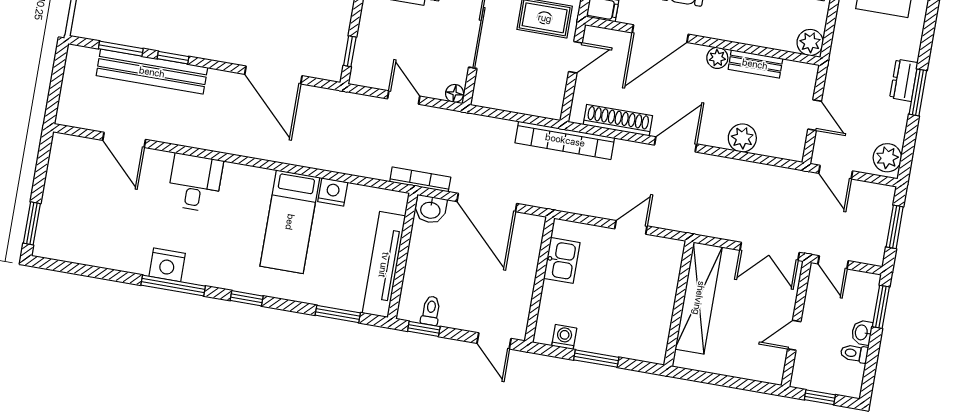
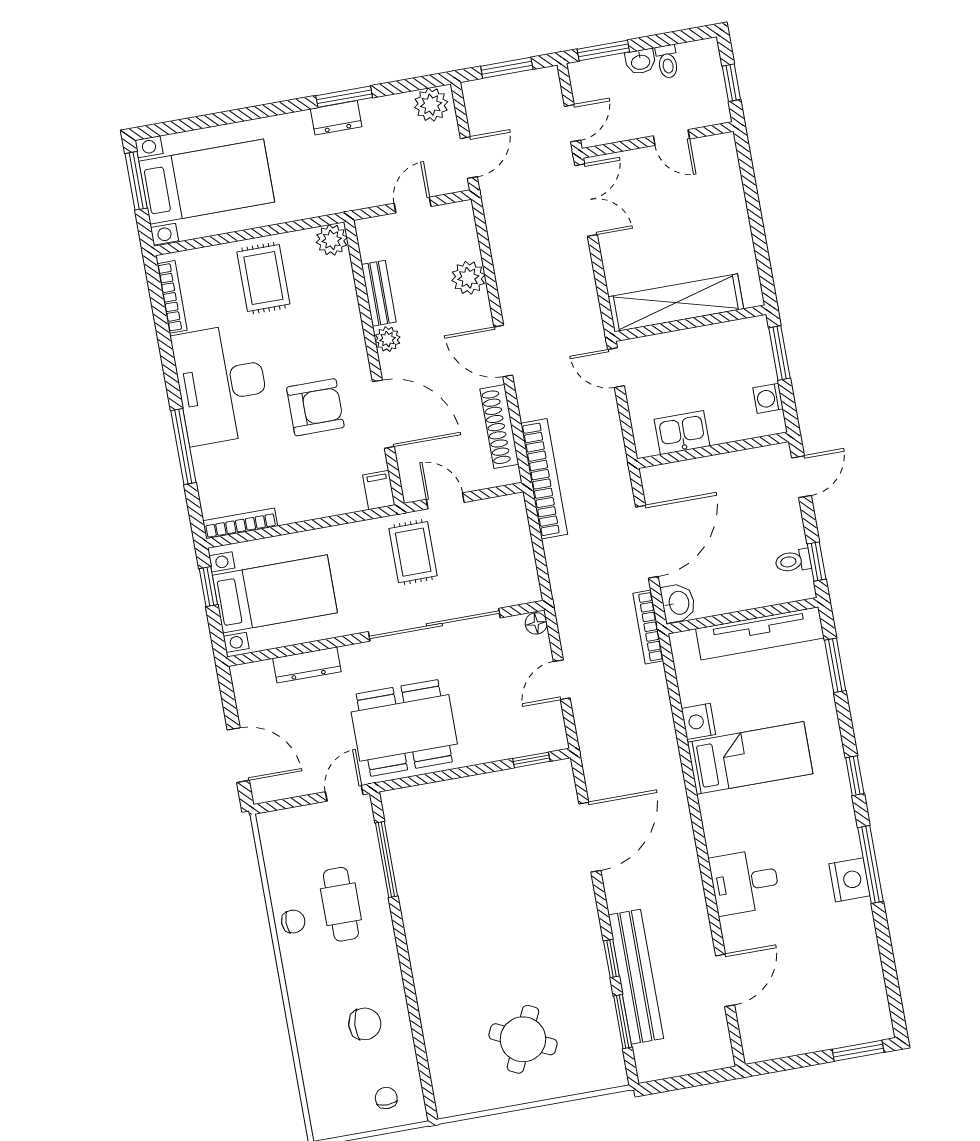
shelving: (699, 298) -> (676, 303), moved
wall: (679, 304) -> (690, 323), moved

